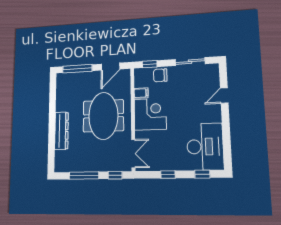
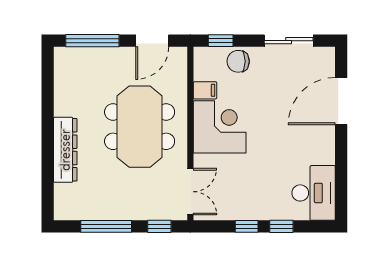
door: (224, 96) -> (341, 101), width x1.88
desk: (205, 147) -> (314, 193), width x0.73, depth x0.77
window: (202, 174) -> (281, 226), moved

